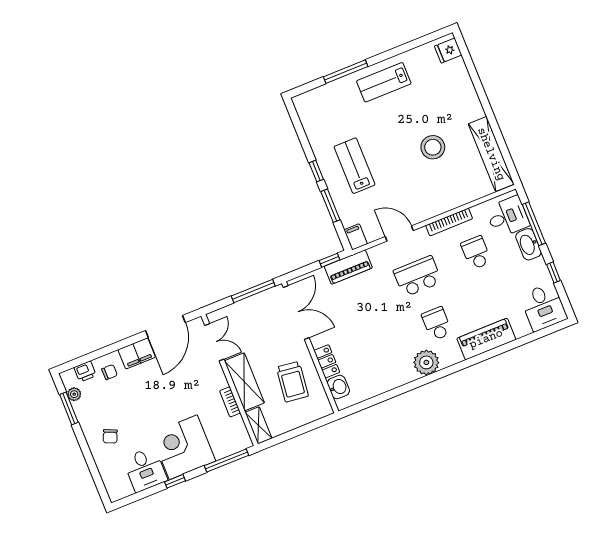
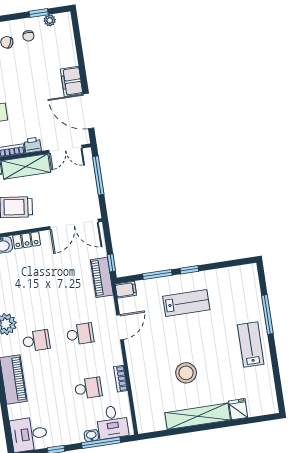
fridge: (448, 51) -> (238, 409), moved
shelving: (491, 154) -> (198, 416), moved
bookcase: (449, 222) -> (121, 379), width x0.64
washbasin: (528, 244) -> (91, 436), width x0.52, depth x0.69
school desk: (418, 276) -> (80, 334), width x0.54
window: (253, 291) -> (98, 175), moved
printer: (85, 371) -> (33, 145), moved, turned 90
chair: (109, 372) -> (28, 36), moved
window: (69, 408) -> (39, 13), width x0.67

